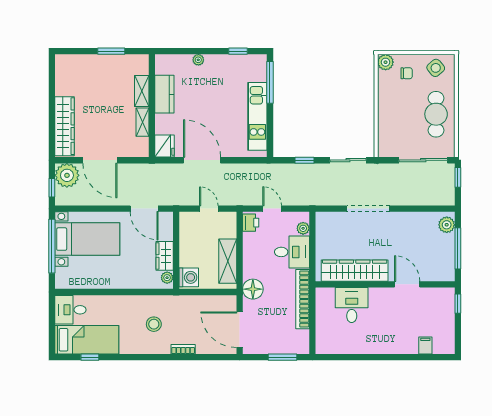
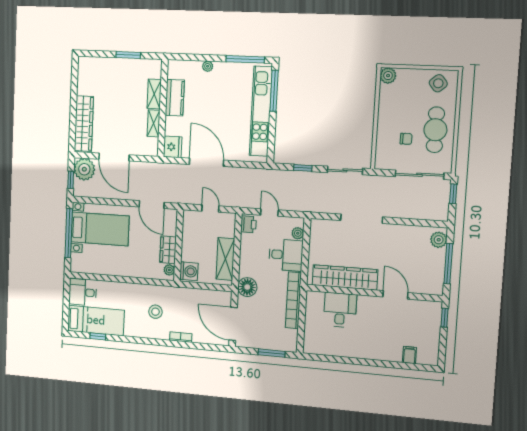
window: (238, 51) -> (245, 59), width x2.17
chair: (407, 73) -> (406, 139), moved
kitchen unit: (257, 116) -> (261, 111), width x1.36

